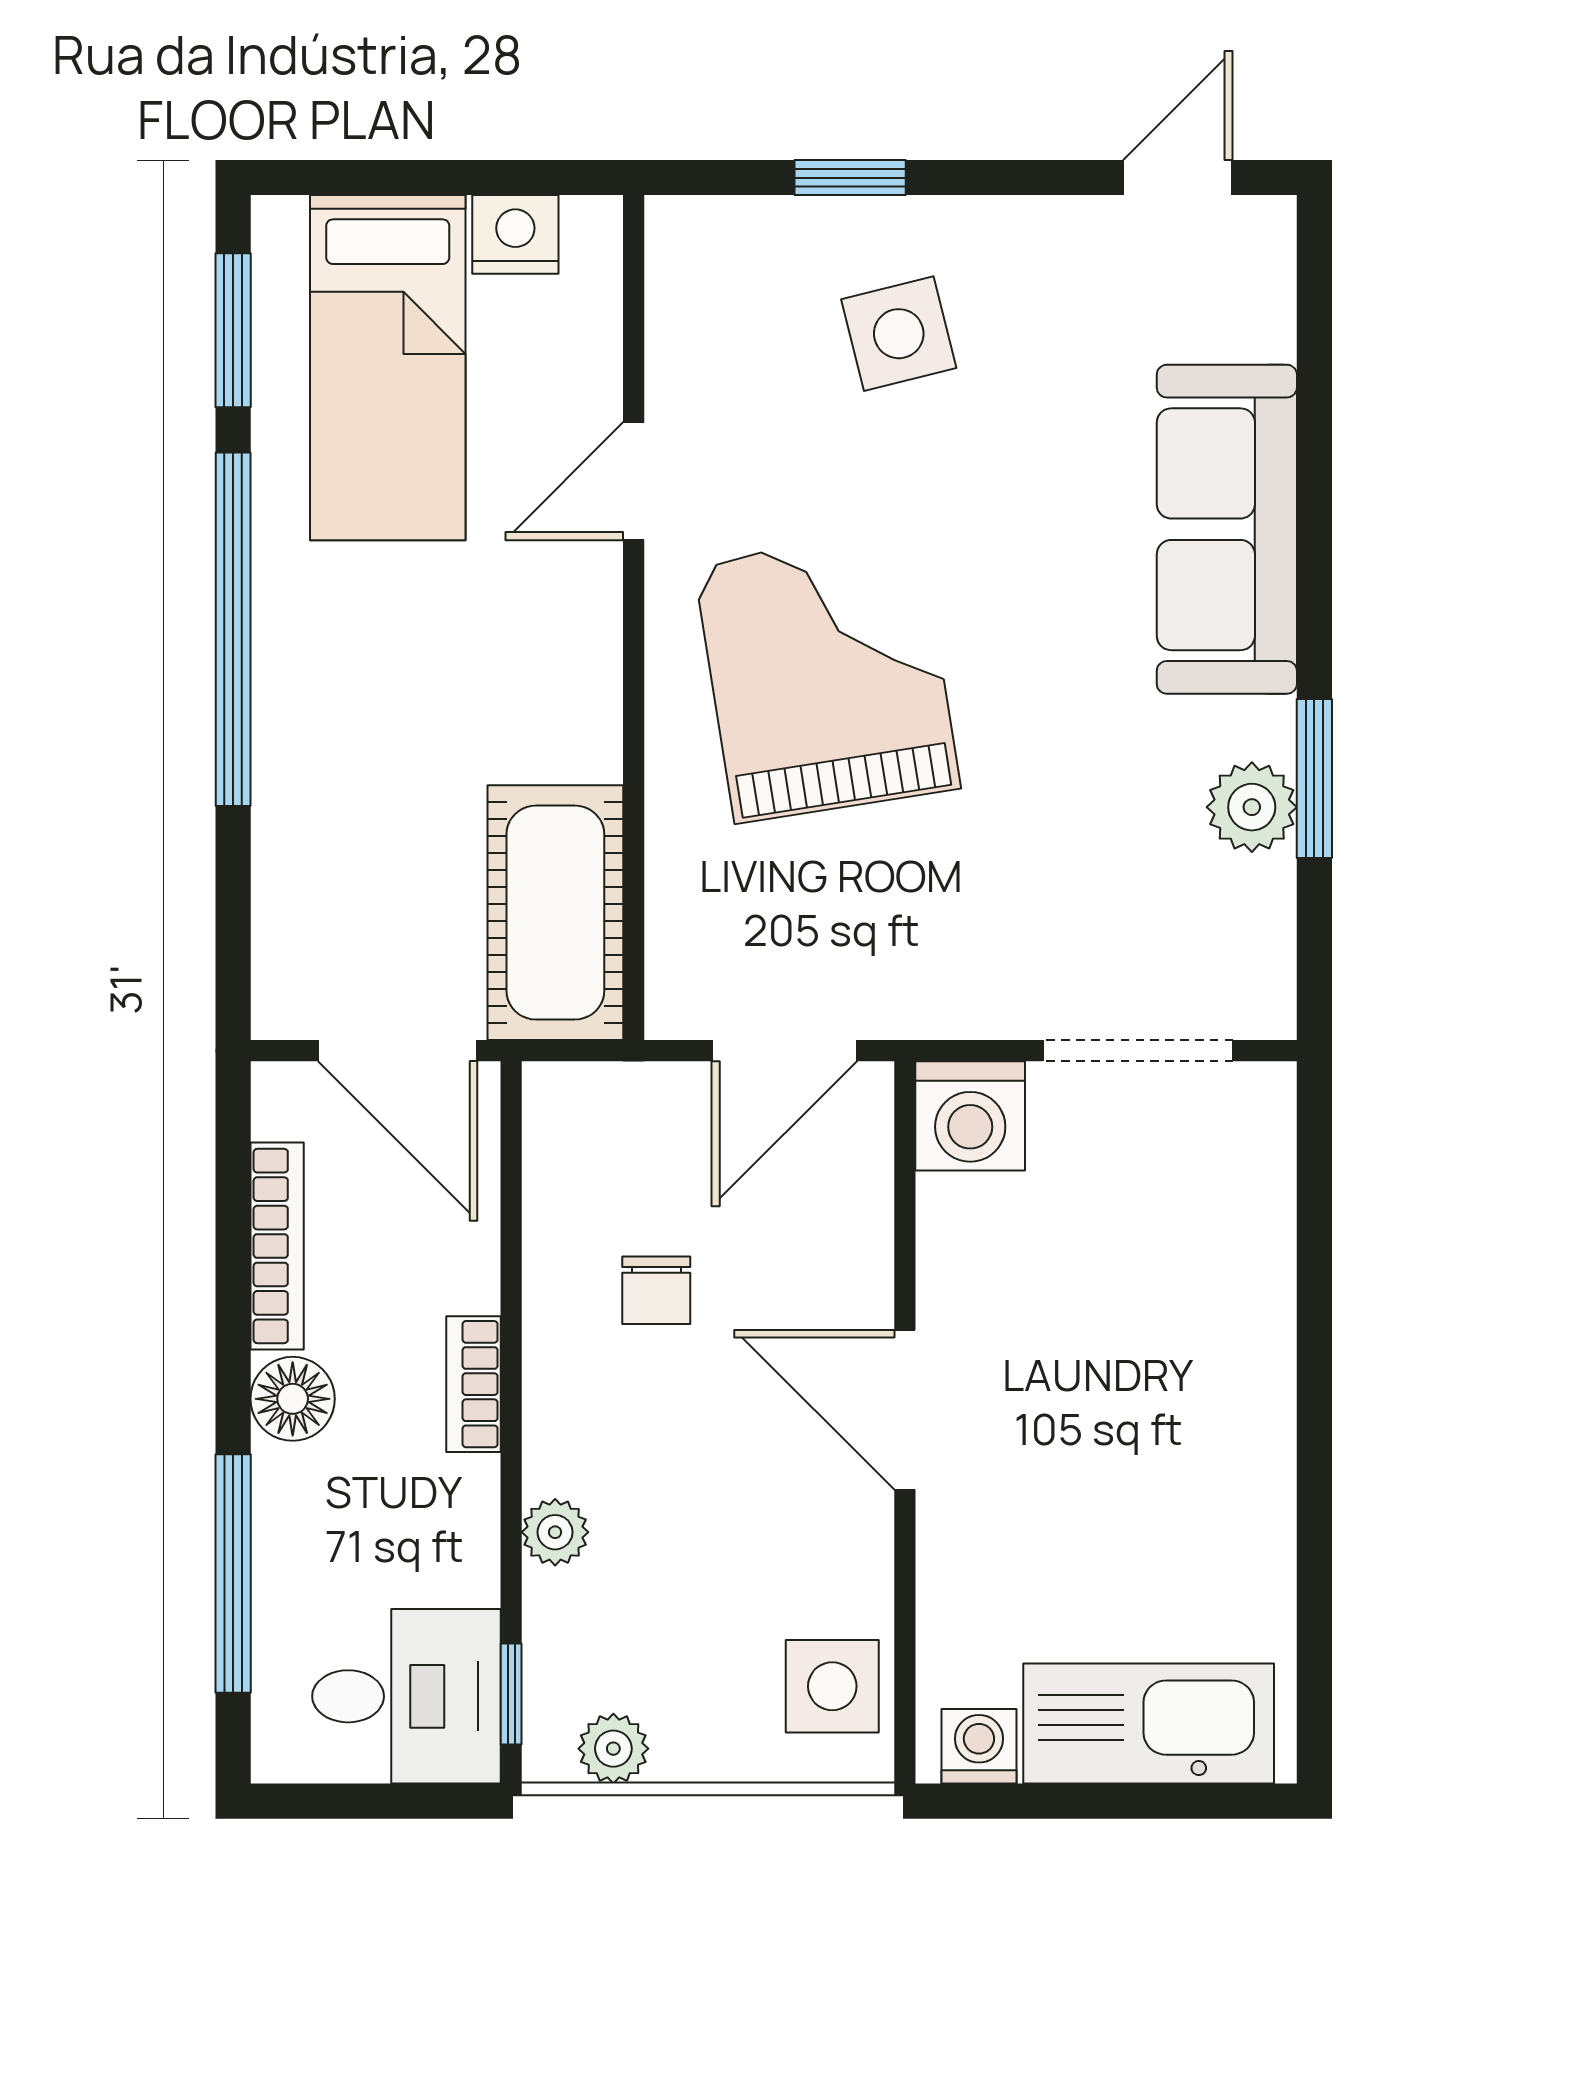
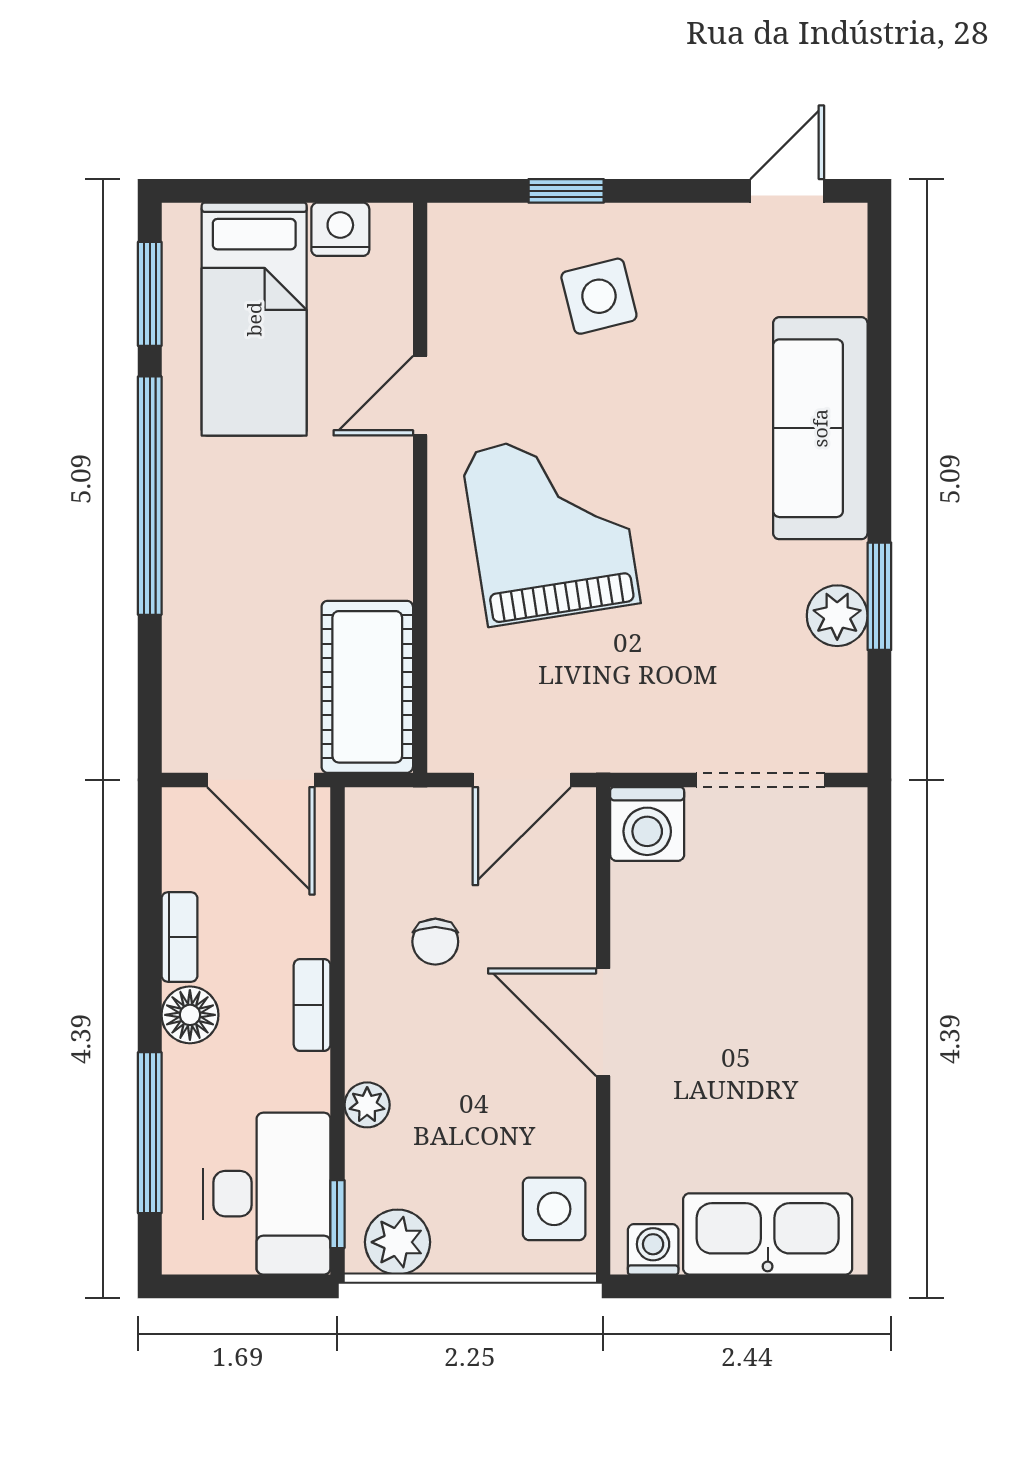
bookcase: (277, 1246) -> (179, 937), width x0.64
desk: (407, 1696) -> (267, 1194), width x1.37
plant: (613, 1749) -> (398, 1242), width x1.38, depth x1.38

